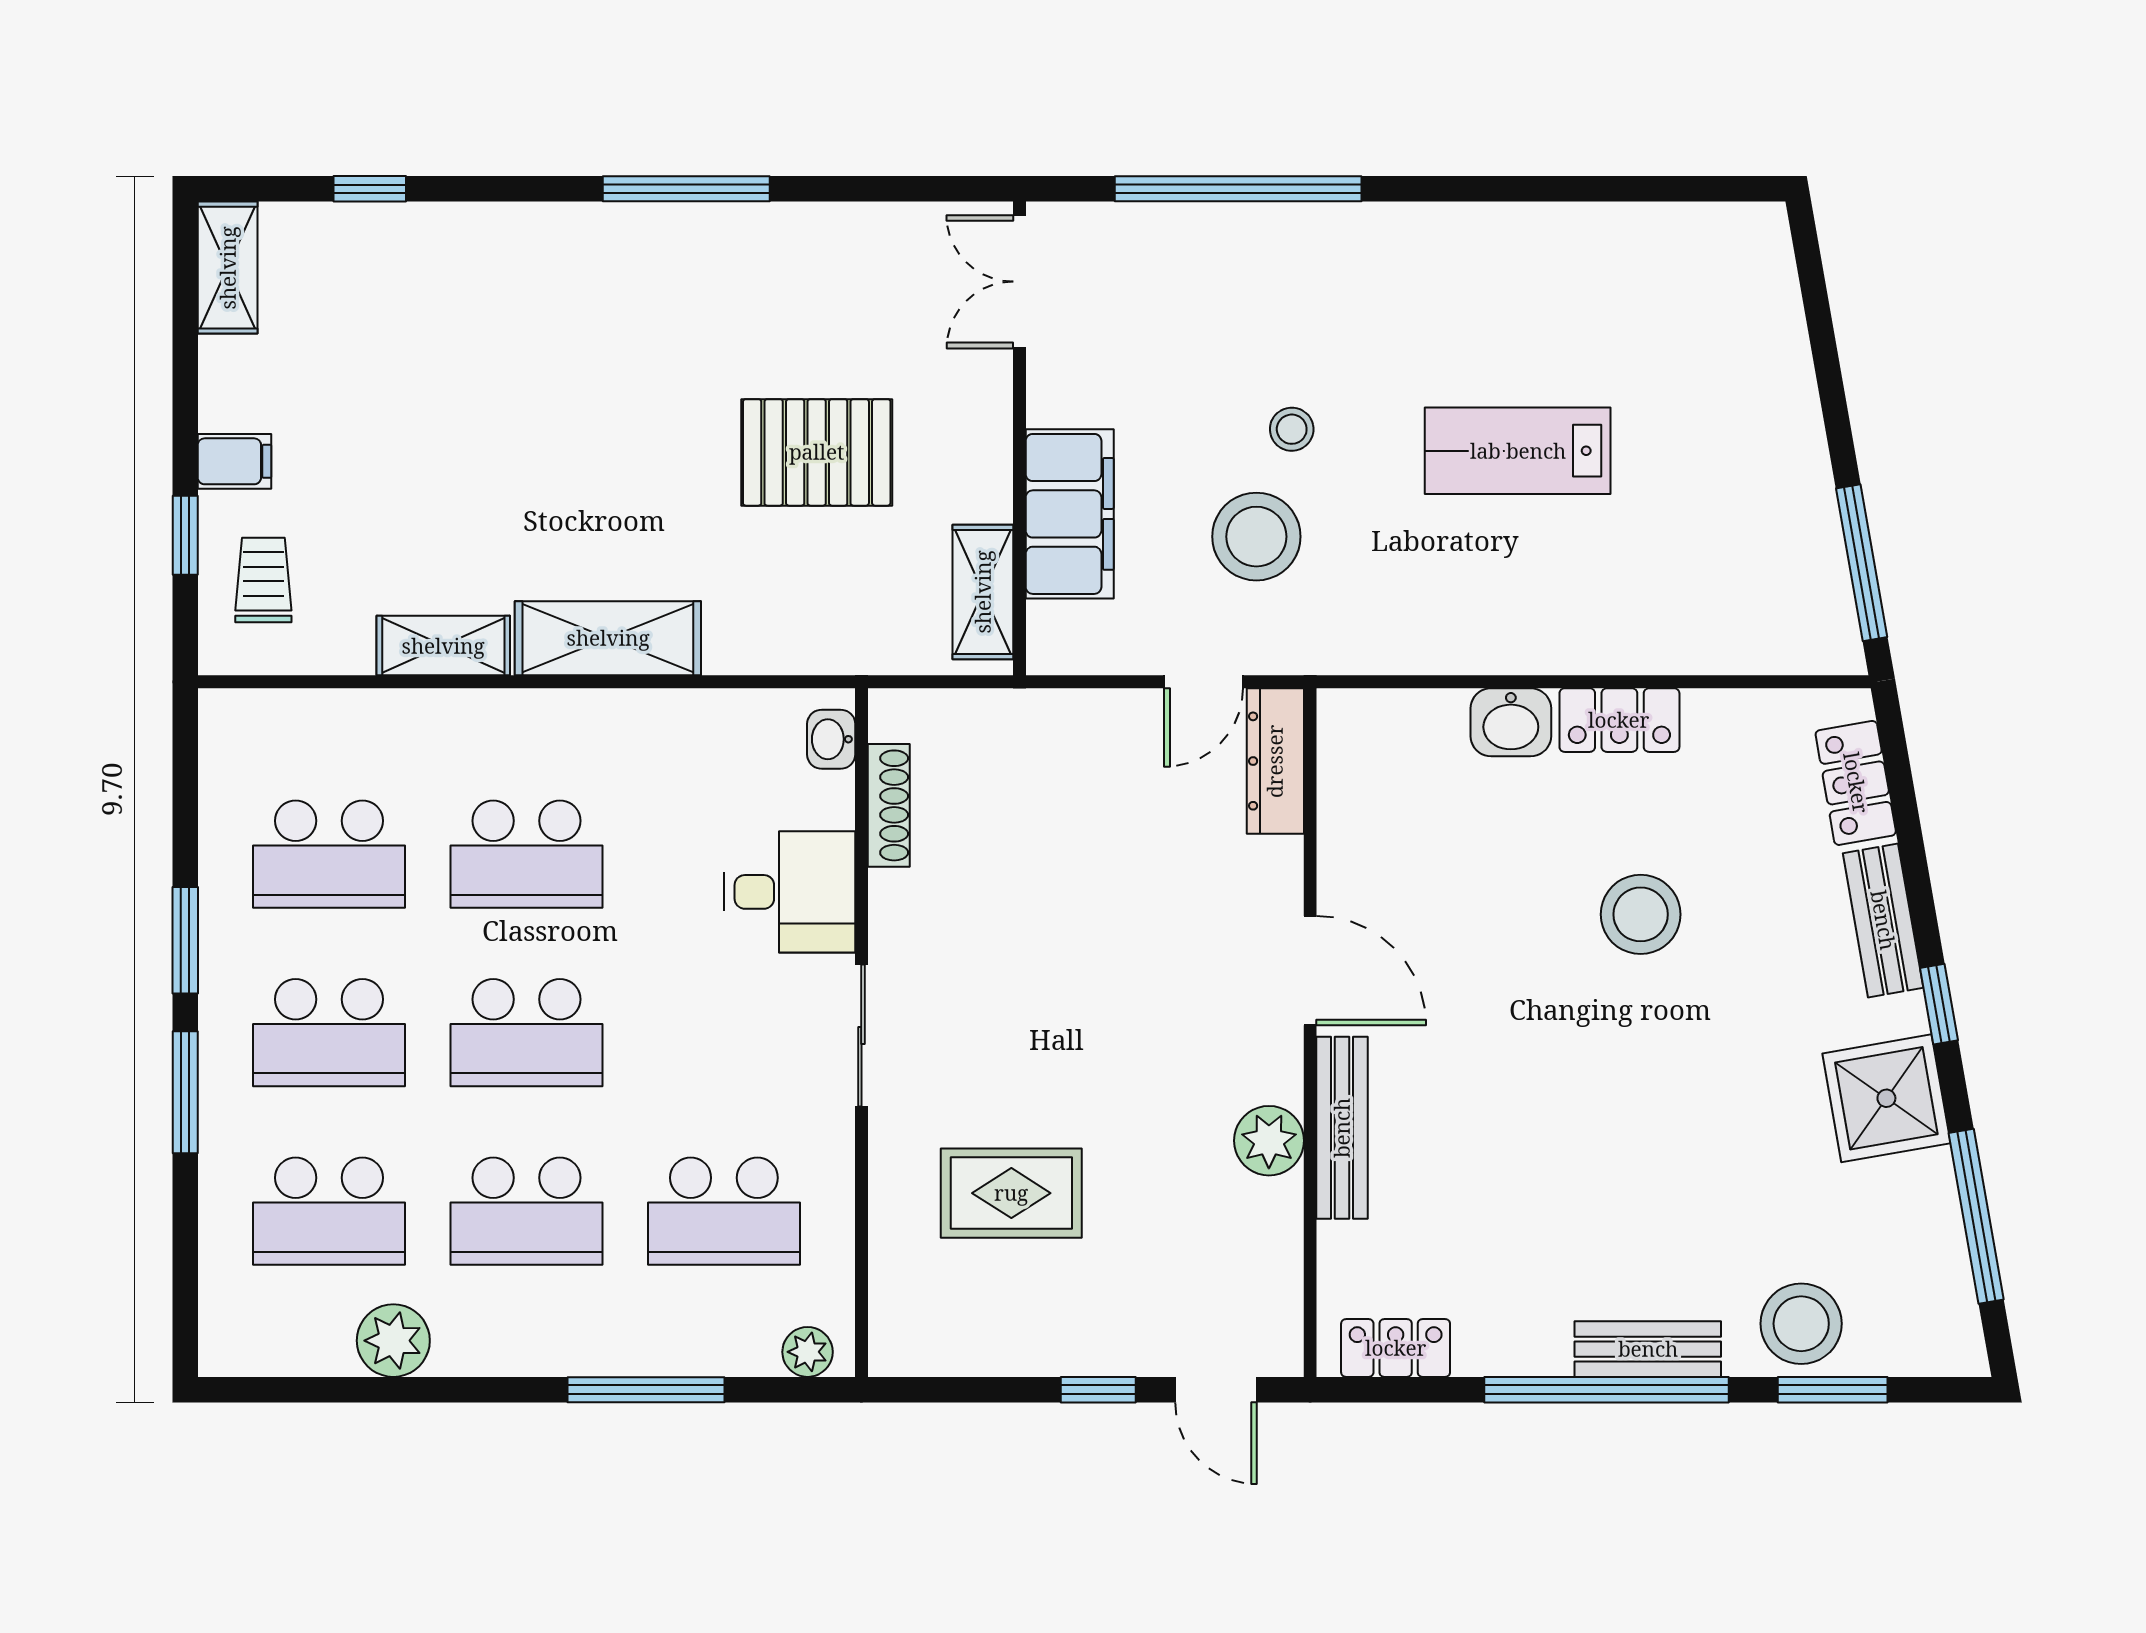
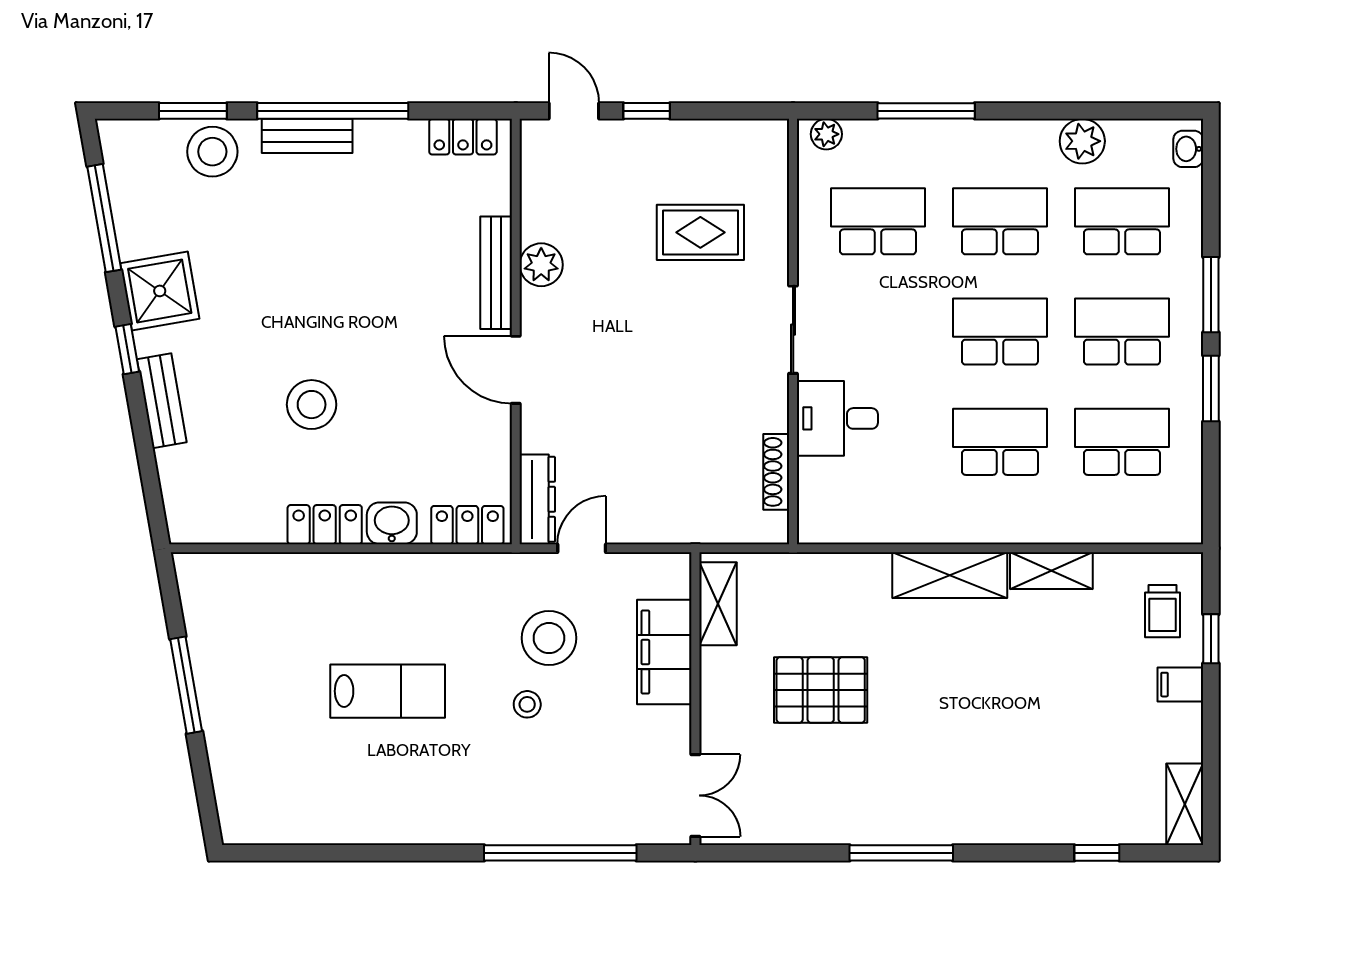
window: (1862, 563) -> (186, 685), moved
washbasin: (831, 739) -> (1188, 149), moved, turned 180
locker: (1856, 783) -> (467, 525), moved, turned -80

